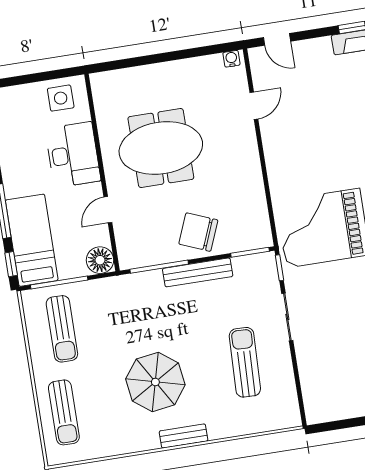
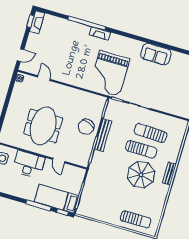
floor lamp: (100, 260) -> (78, 174), removed
sun lounger: (62, 329) -> (141, 149), moved

